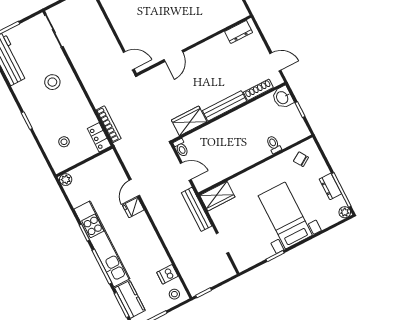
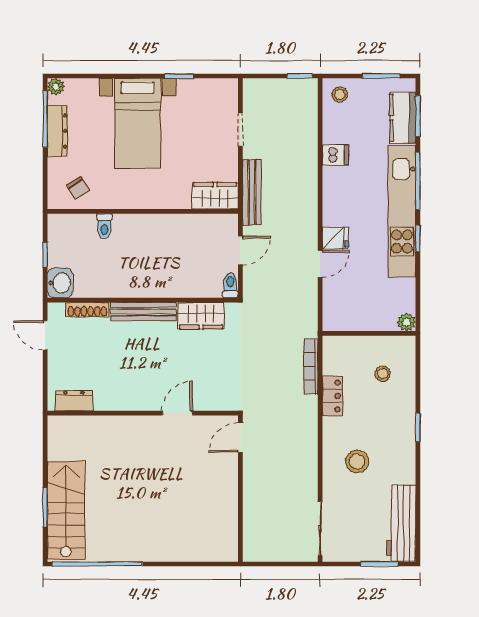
door: (129, 61) -> (240, 438), hinge flipped
locker: (99, 137) -> (333, 396), moved
door: (186, 171) -> (240, 250), swing flipped
dresser: (330, 186) -> (57, 131), width x1.44
dishwasher: (167, 274) -> (335, 155), moved

